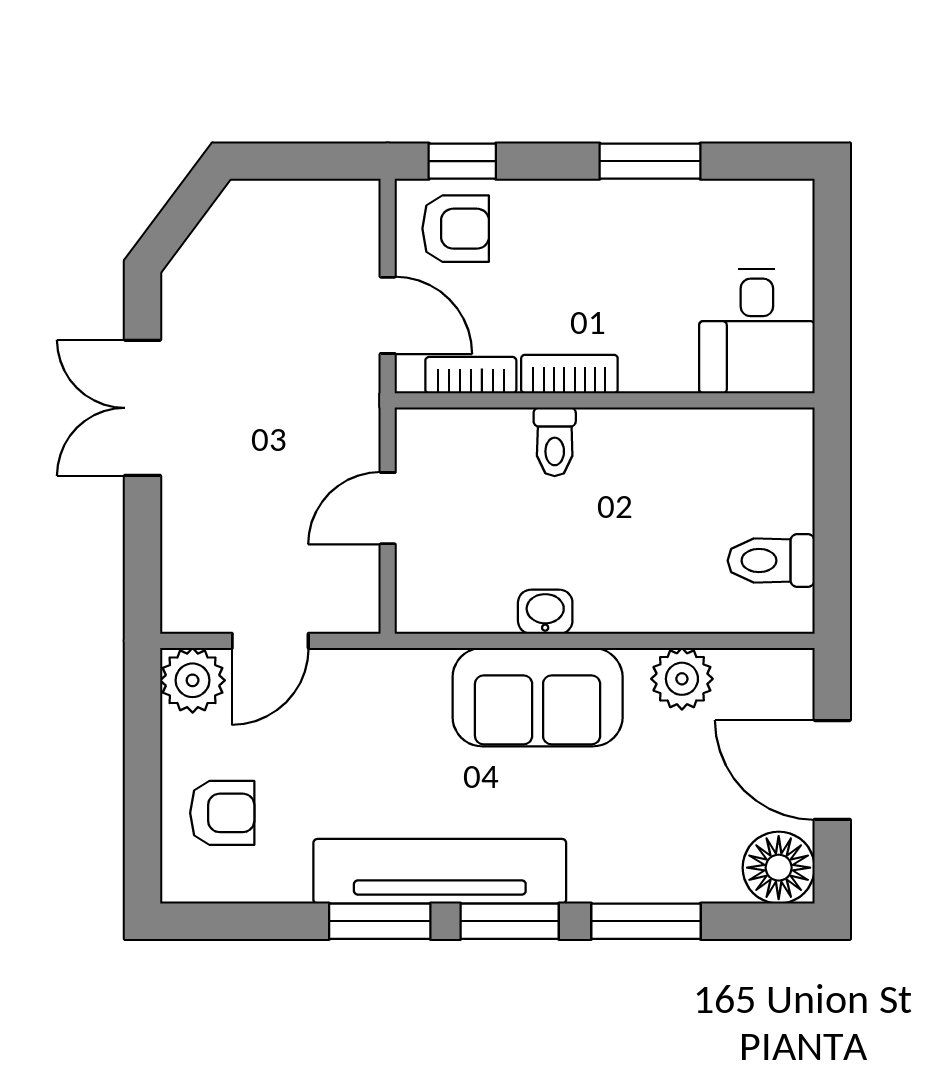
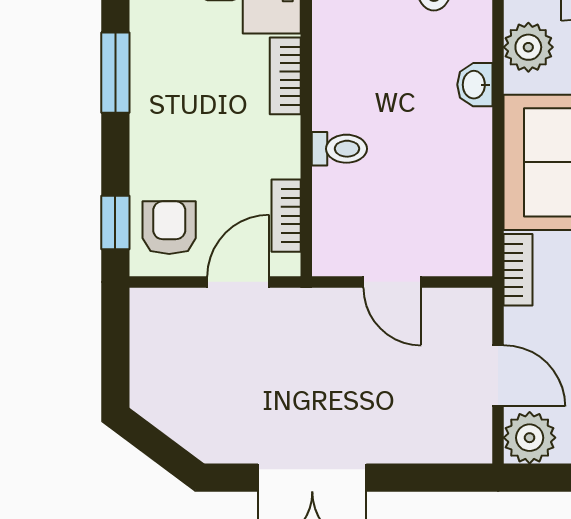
bookcase: (569, 374) -> (285, 76), moved
washbasin: (545, 612) -> (475, 85), moved
bookcase: (403, 666) -> (518, 270), added

